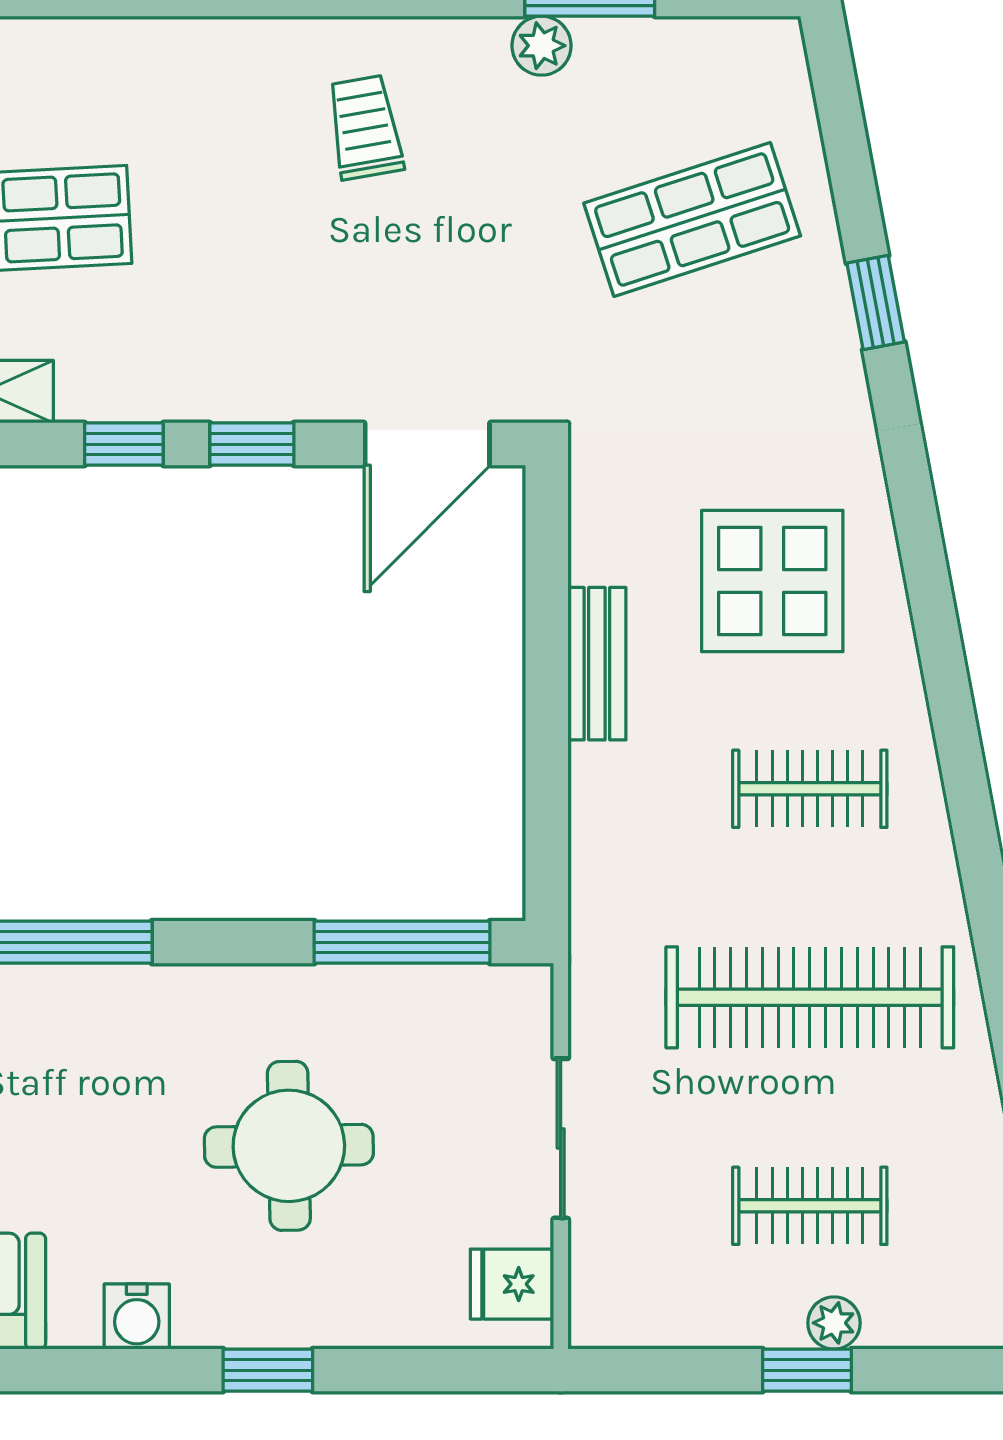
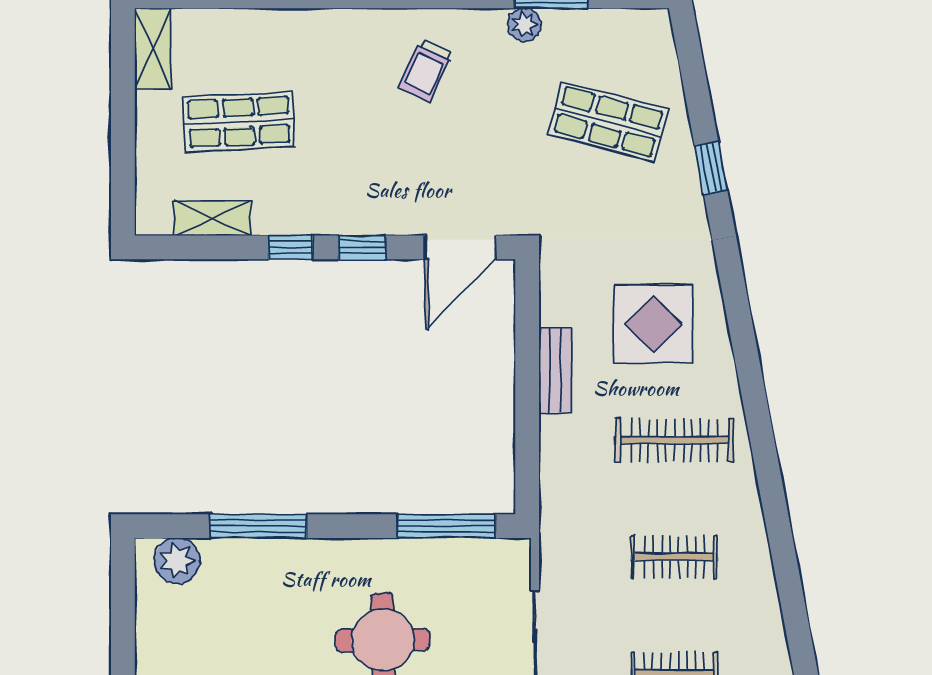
trolley: (365, 127) -> (425, 70), turned -145
shop shelf: (692, 220) -> (608, 122), turned 33
clothes rail: (810, 789) -> (674, 440), width x1.36
clothes rail: (810, 997) -> (674, 557), width x0.54, depth x0.76

